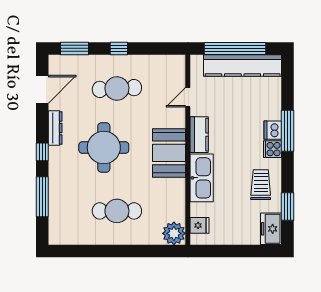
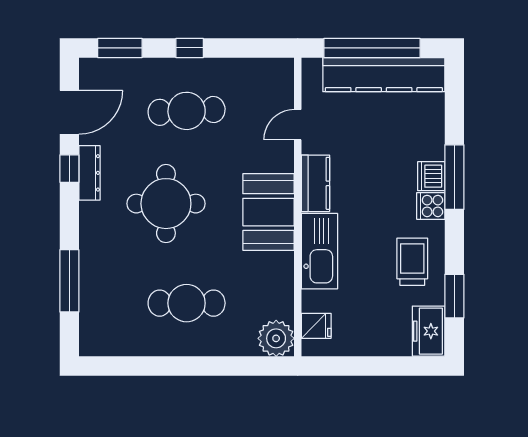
window: (42, 152) -> (69, 169), moved

